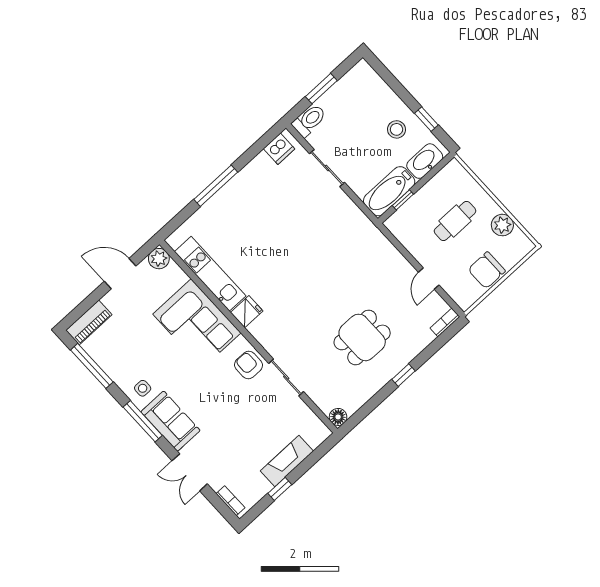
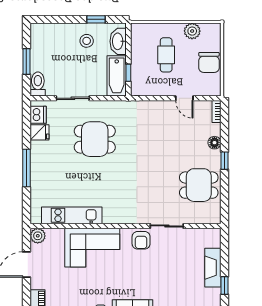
dining table: (307, 227) -> (95, 139), added
fridge: (247, 312) -> (39, 132), moved, turned 90
dining table: (362, 337) -> (199, 185), moved, turned 90
armchair: (249, 365) -> (141, 240), turned -90
floor lamp: (338, 417) -> (214, 143), moved

